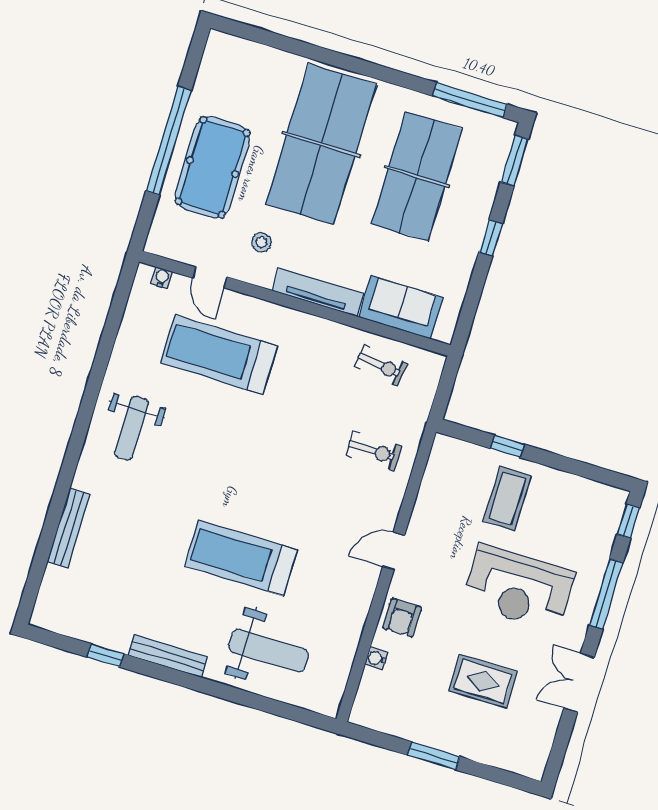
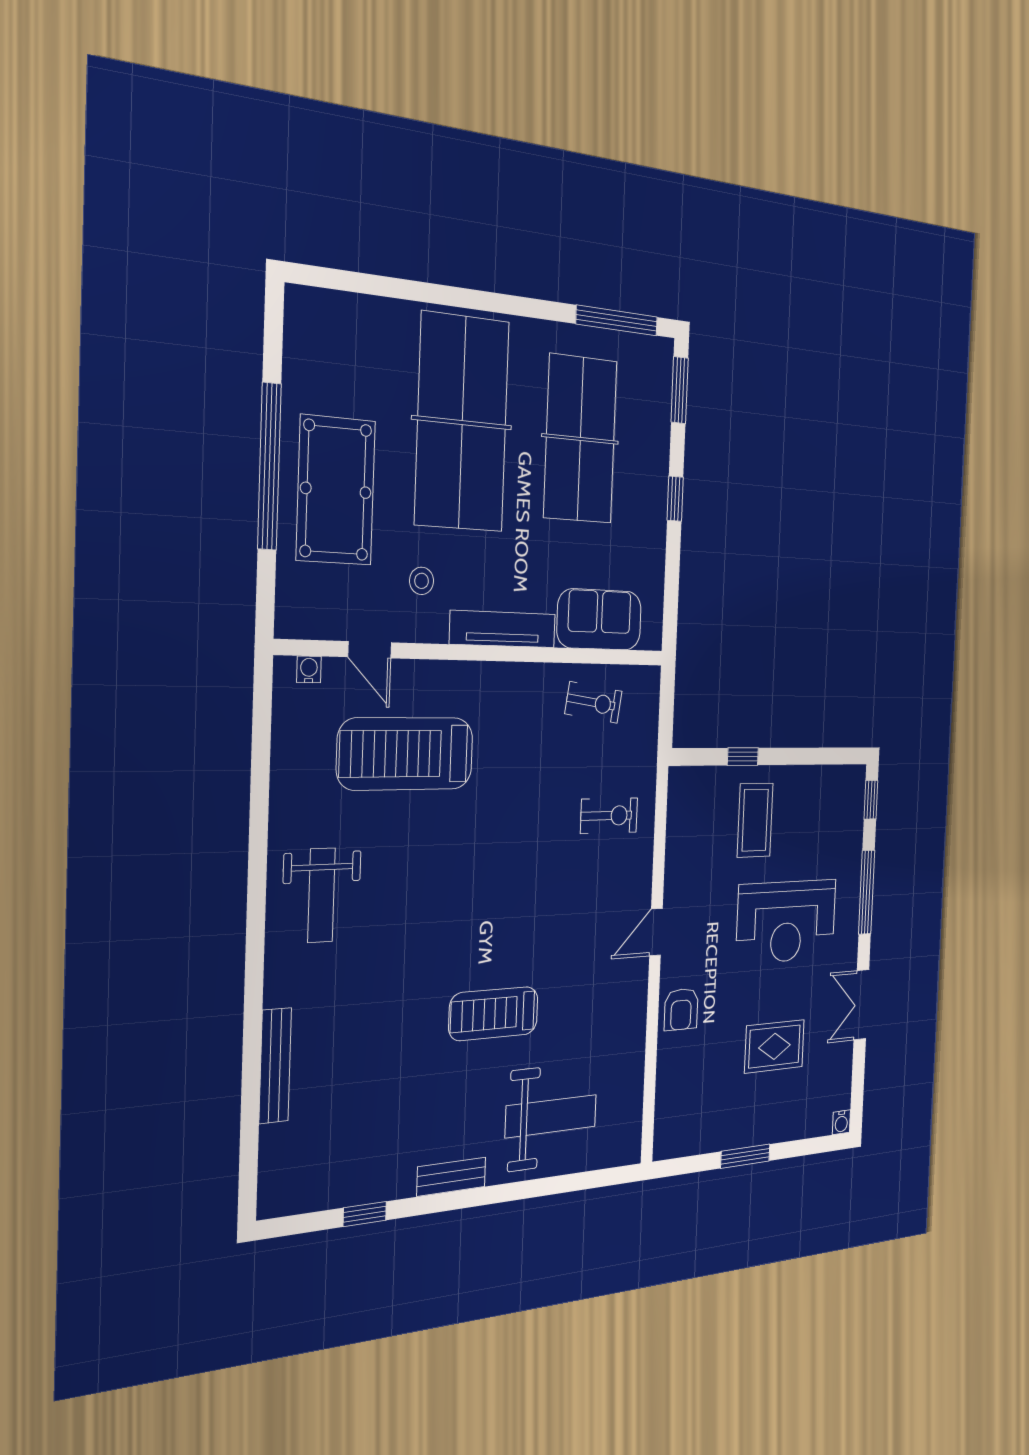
treadmill: (241, 558) -> (494, 1014), width x0.73, depth x0.73
bench: (168, 656) -> (451, 1177), width x0.73
water cooler: (376, 658) -> (841, 1122), moved, turned -90

